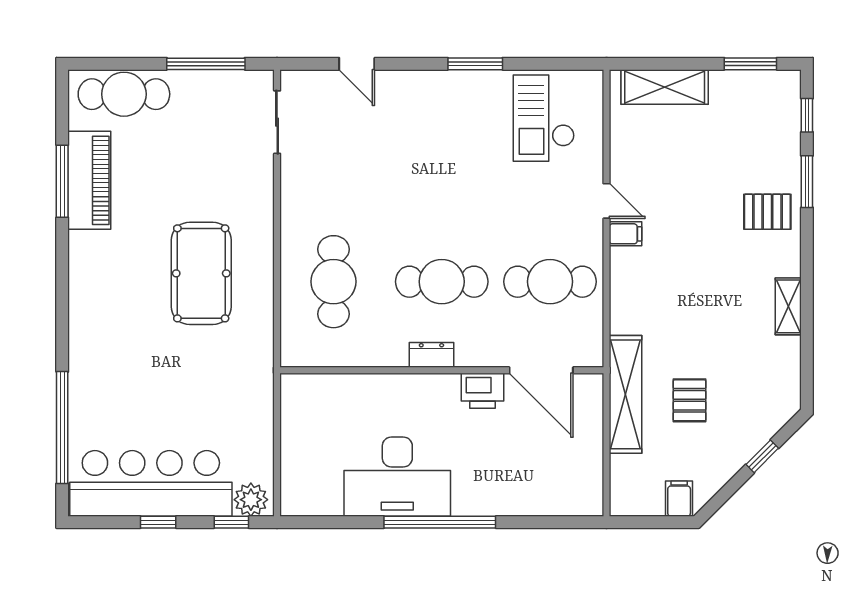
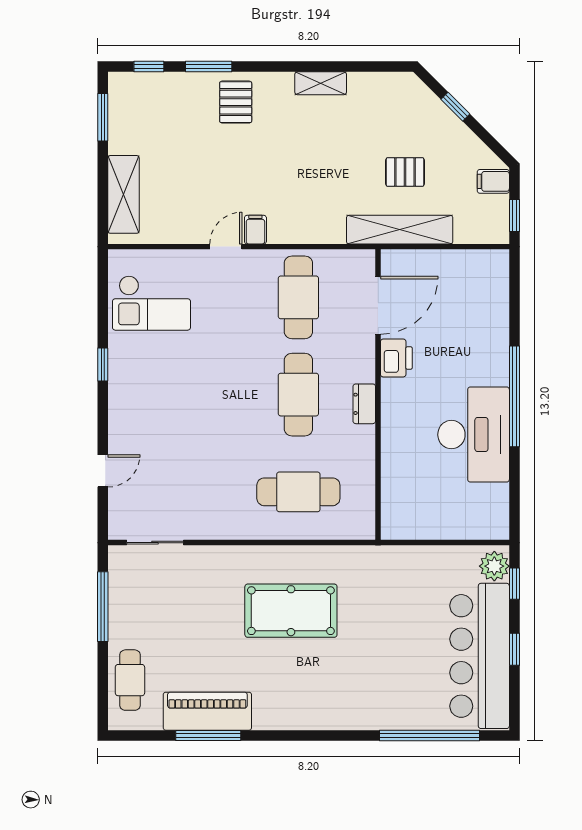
window: (475, 64) -> (103, 365), width x0.67
cafe table: (124, 94) -> (130, 680), width x0.73, depth x0.74
window: (641, 522) -> (514, 216), added

